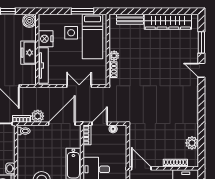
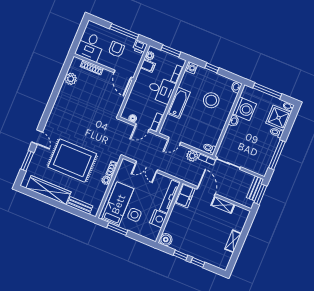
freezer: (28, 53) -> (185, 195), moved
rug: (156, 61) -> (72, 160), added
door: (62, 124) -> (174, 141), width x0.53

